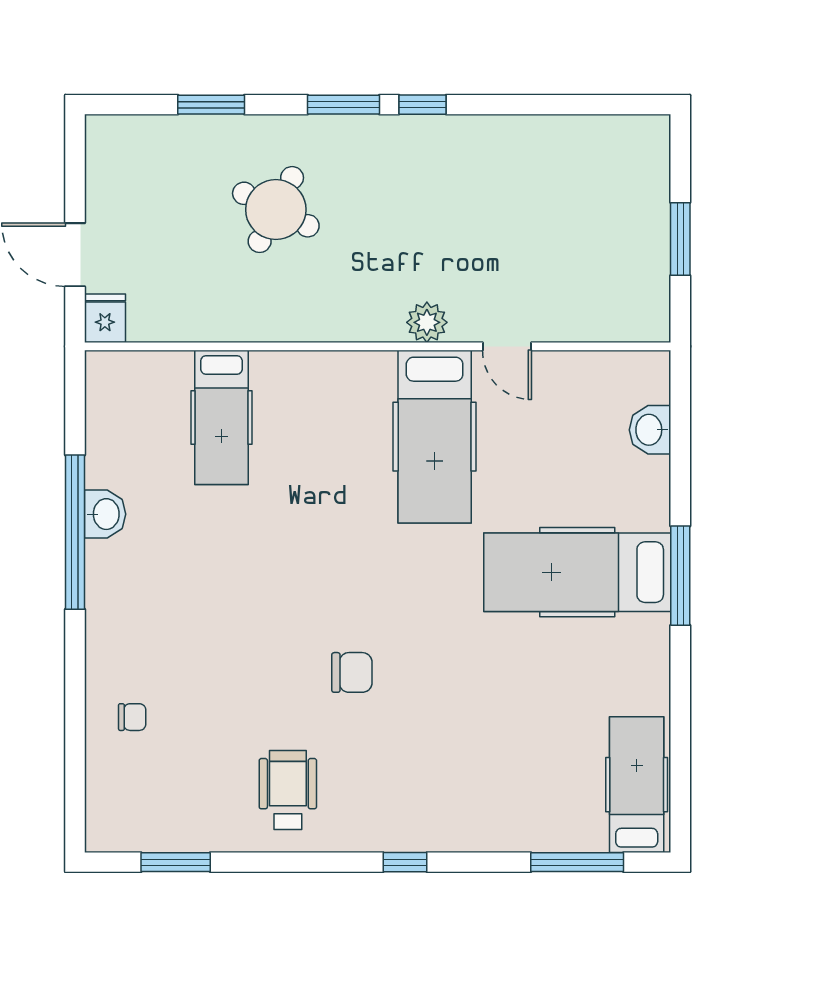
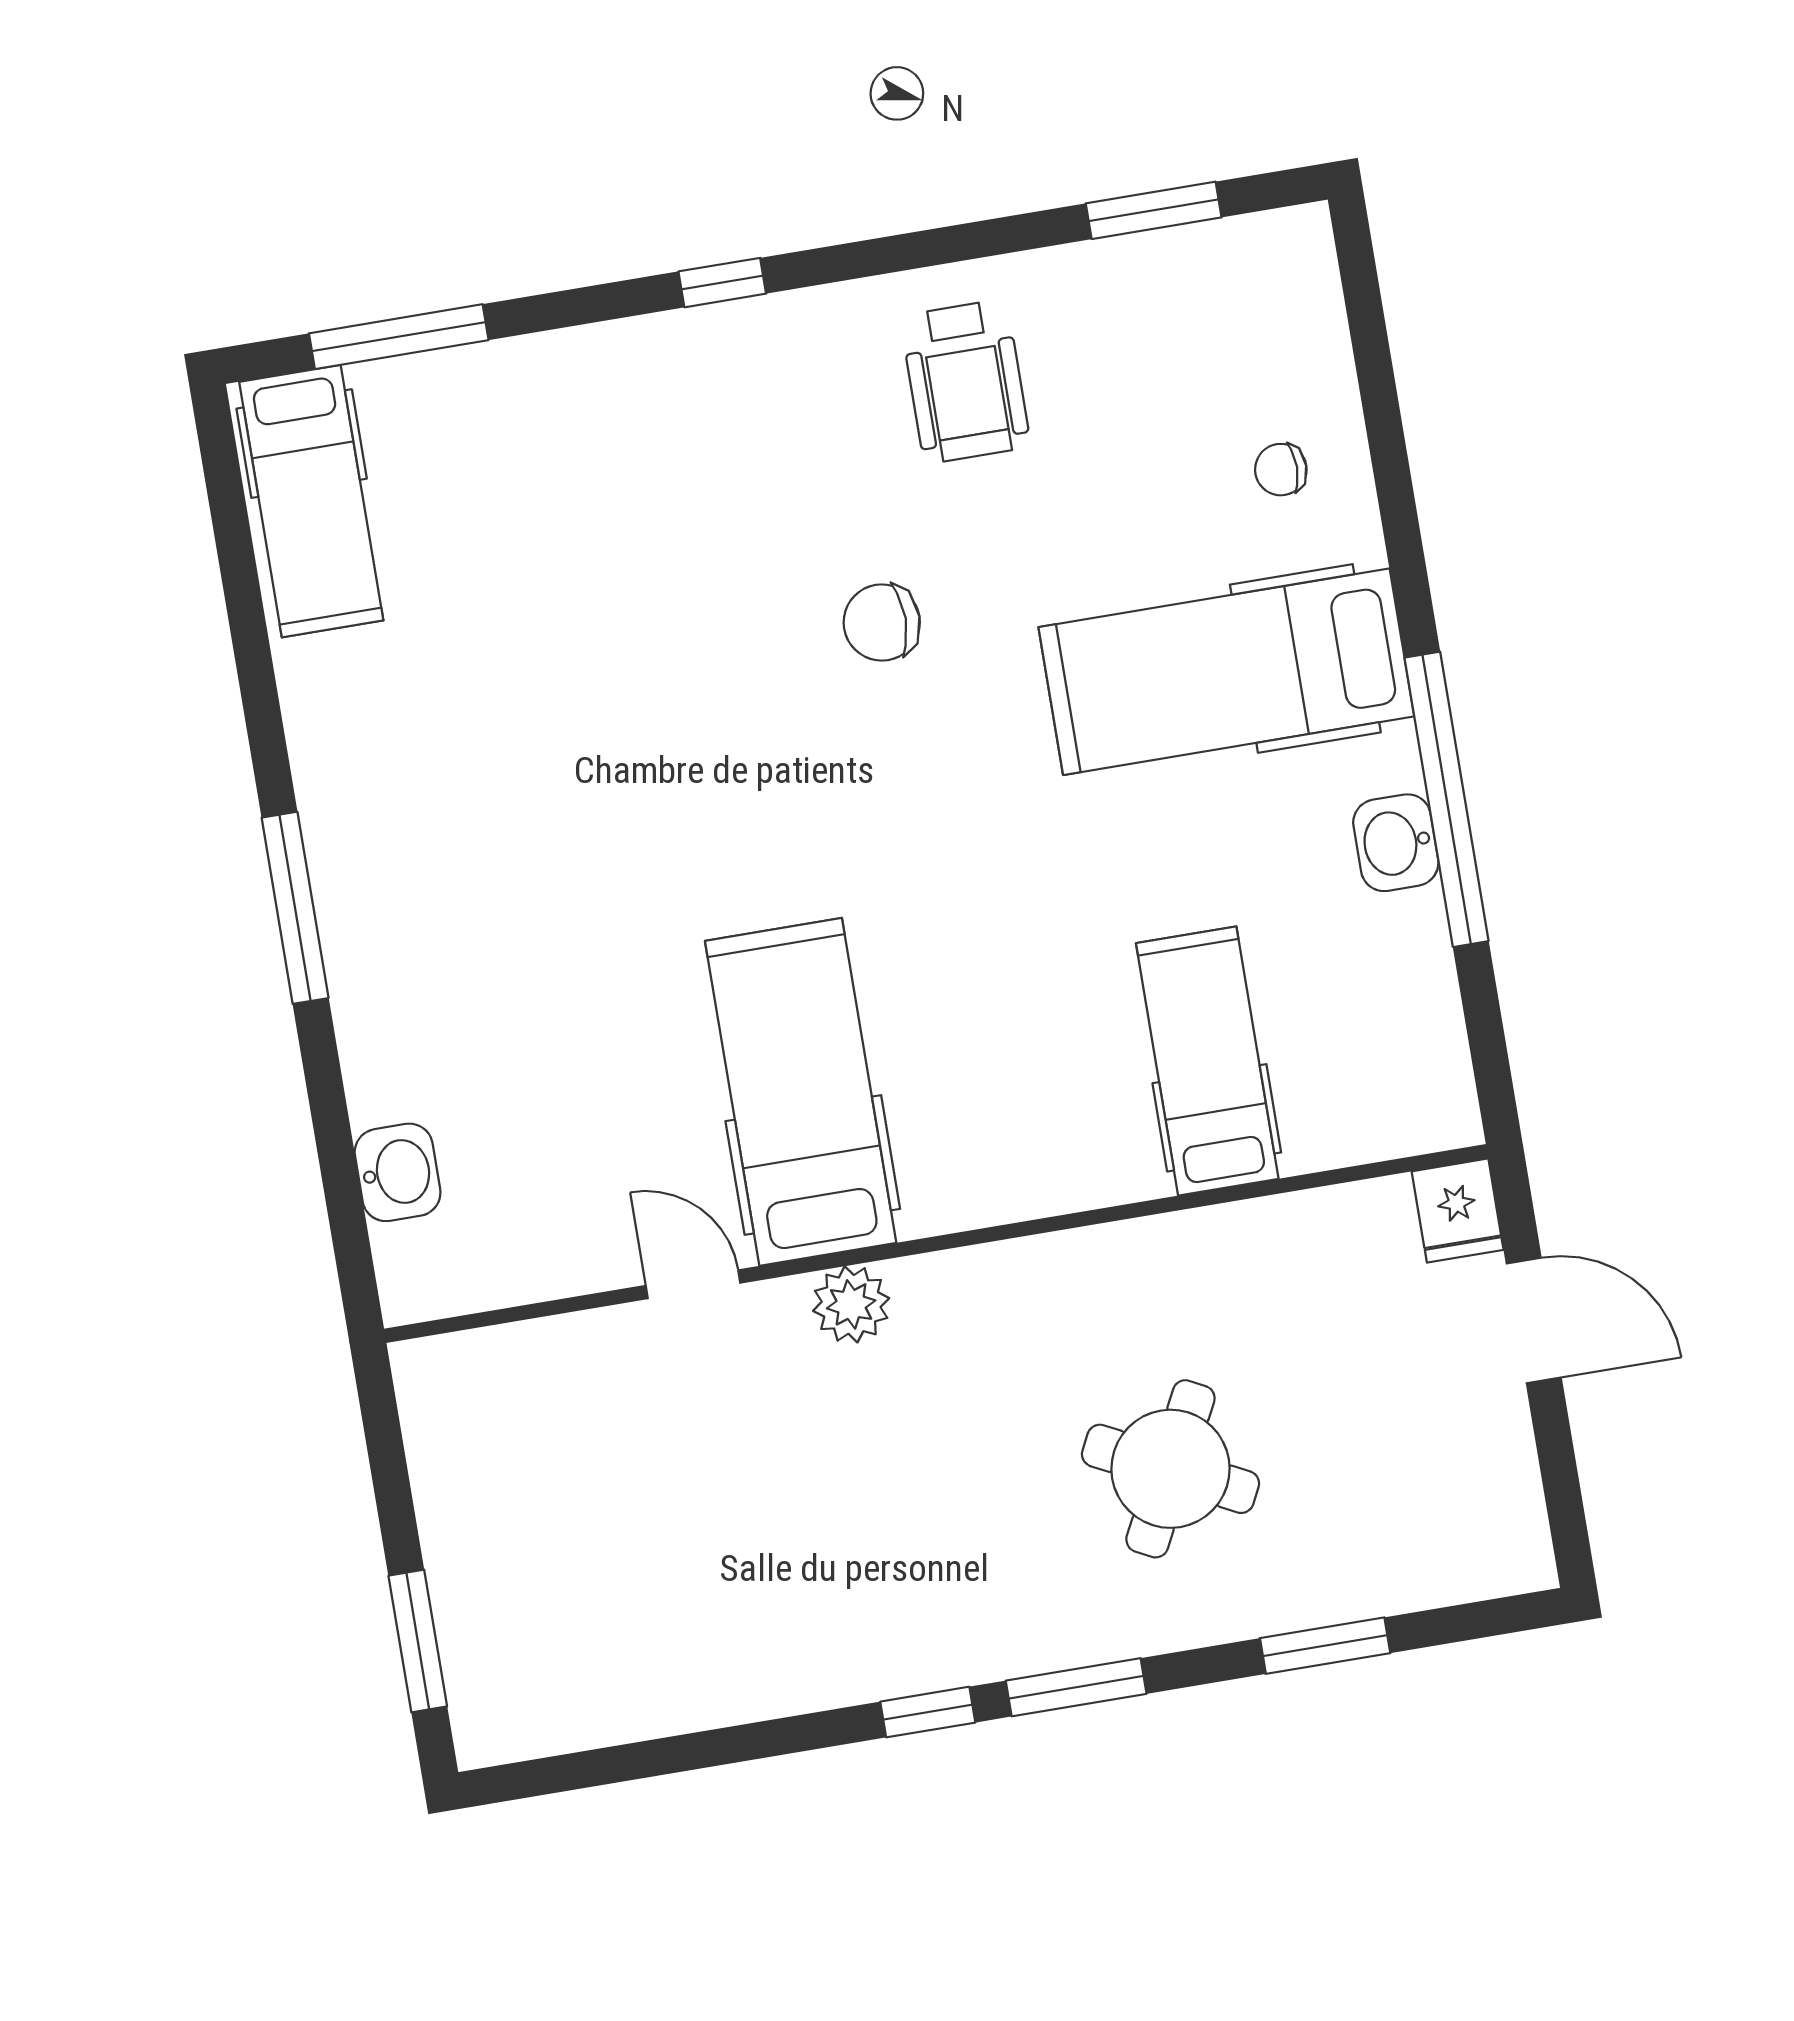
window: (680, 239) -> (418, 1641), moved
hospital bed: (577, 572) -> (1226, 672), moved, turned 180

